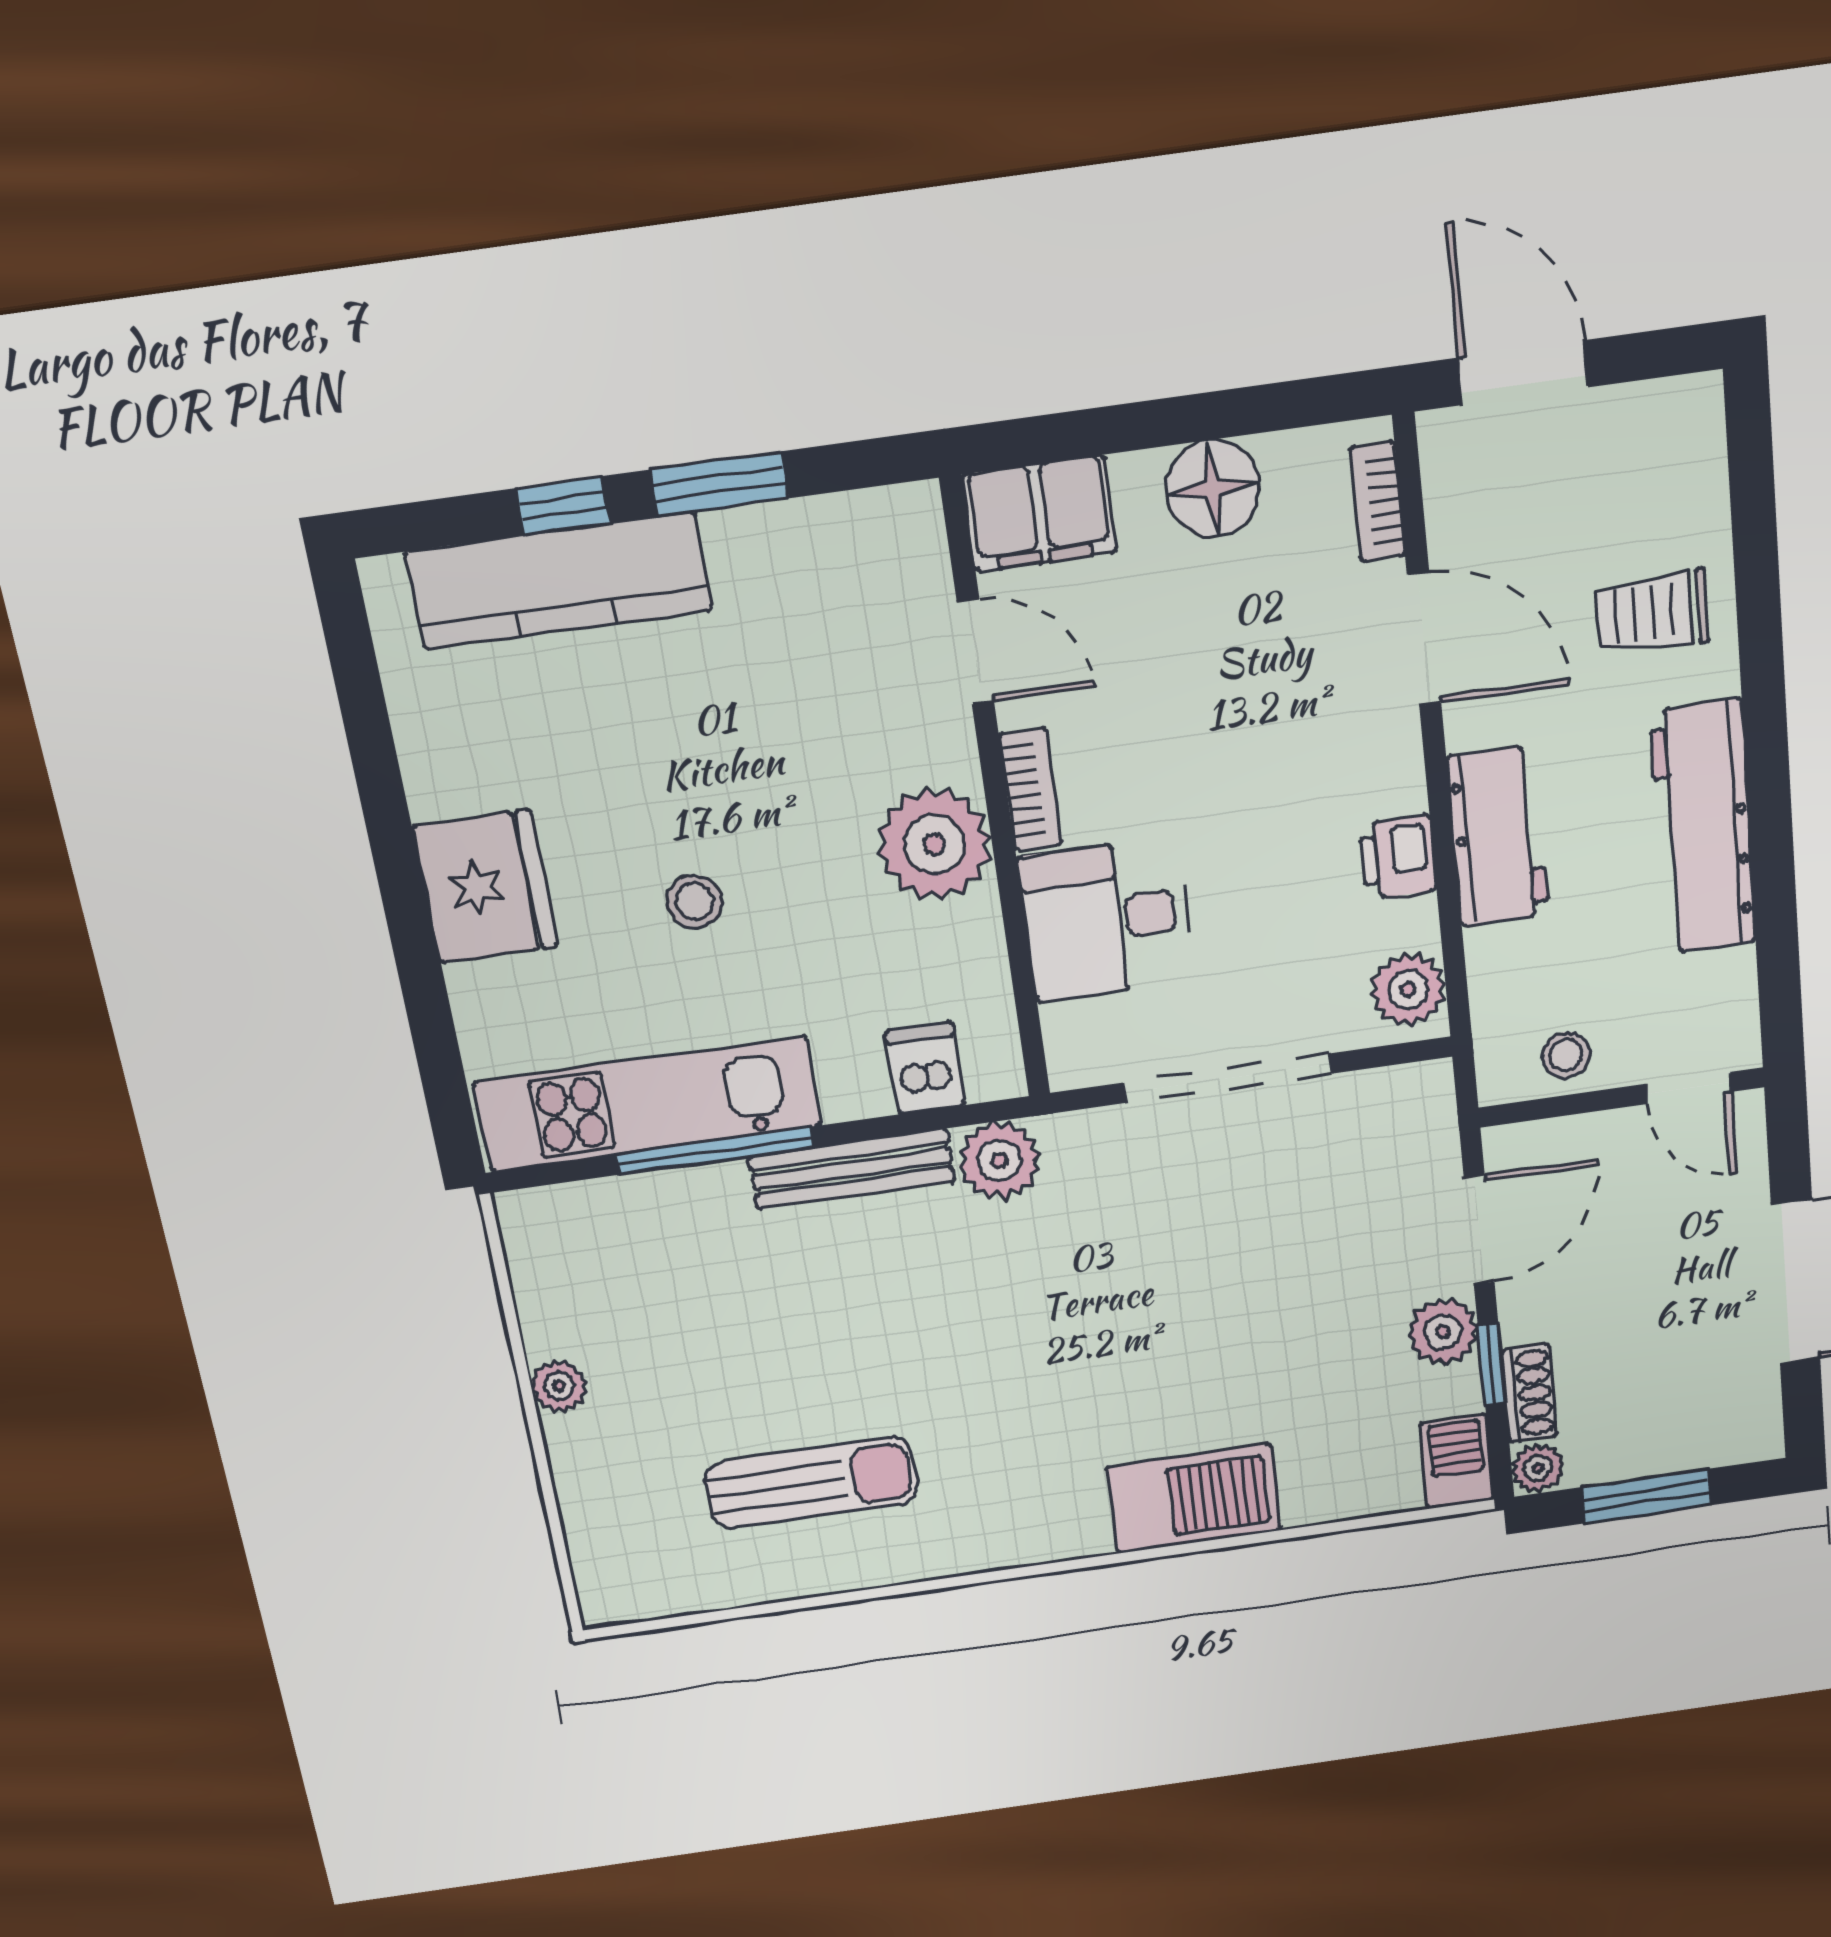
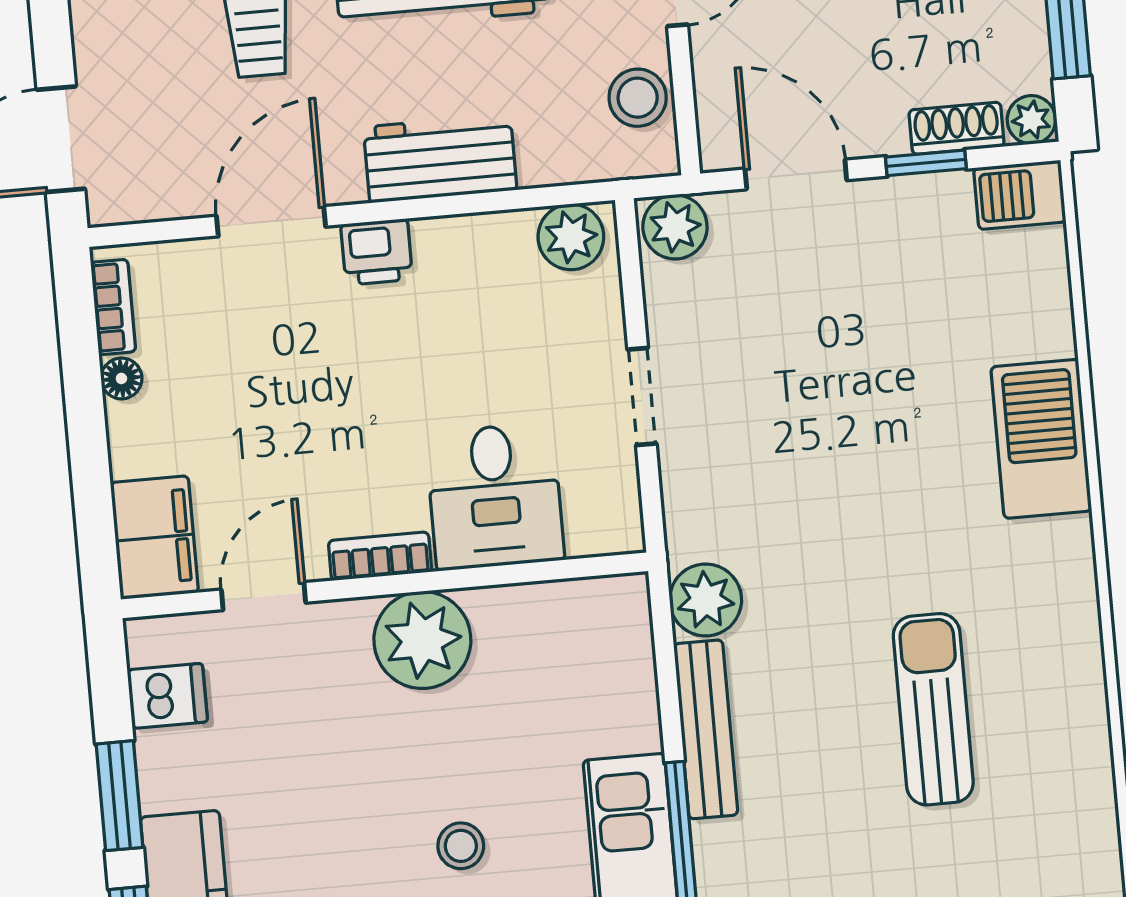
floor lamp: (1213, 489) -> (121, 378), width x0.53, depth x0.53
bookcase: (1377, 502) -> (113, 307), moved, turned -90
printer: (1398, 857) -> (377, 252), moved
stool: (1566, 1055) -> (638, 98), width x1.37, depth x1.37
dishwasher: (925, 1068) -> (167, 696), moved, turned 180
doorway: (1228, 1078) -> (642, 396), width x0.53
plant: (1443, 1332) -> (675, 227), moved
sun lounger: (812, 1483) -> (933, 709), moved

